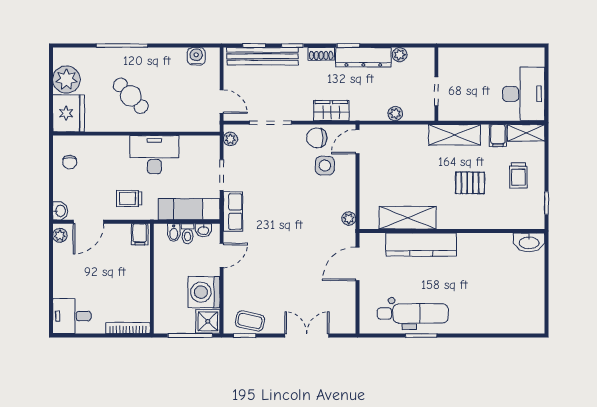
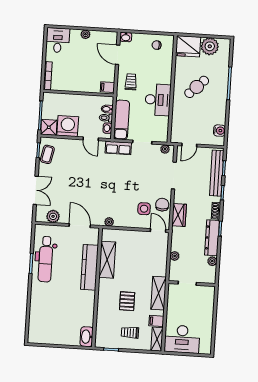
plant: (60, 235) -> (85, 34), moved
plant: (346, 306) -> (53, 216), added

